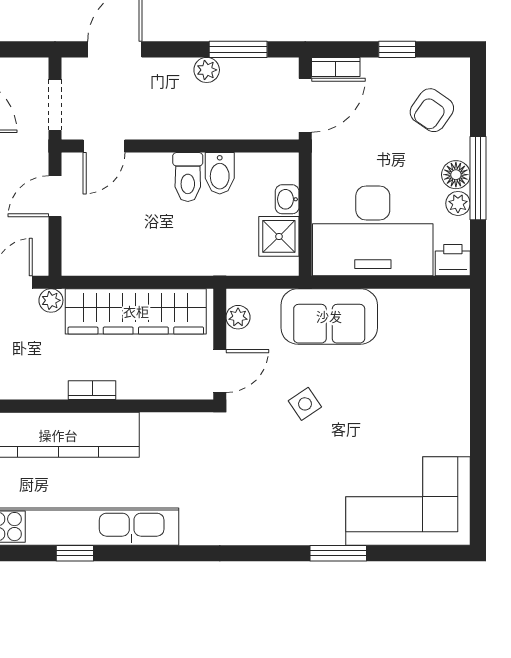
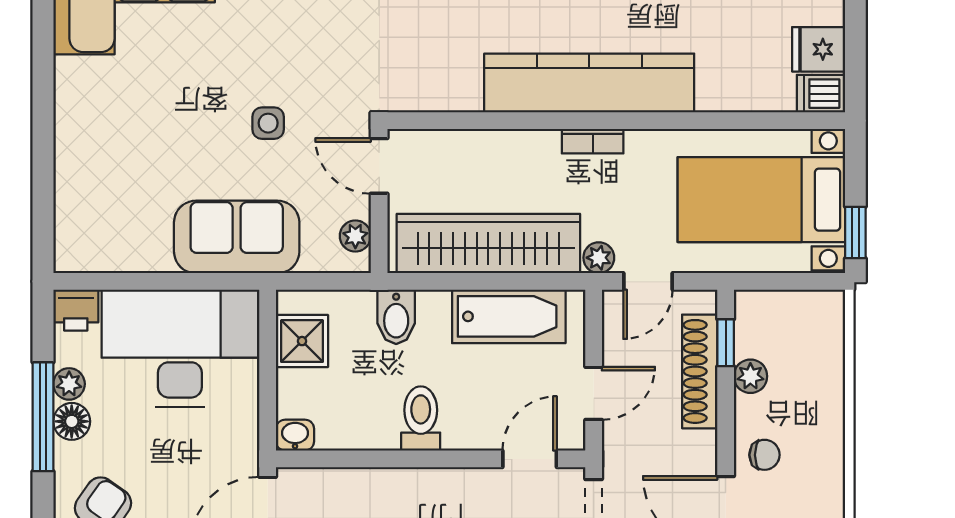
bidet: (220, 173) -> (396, 317), moved, turned 180
washbasin: (287, 199) -> (295, 435), moved, turned -90
bathtub: (120, 255) -> (509, 316), added
door: (220, 371) -> (379, 166), hinge flipped
bookcase: (92, 390) -> (593, 141), moved
side table: (305, 404) -> (268, 123), turned 34

